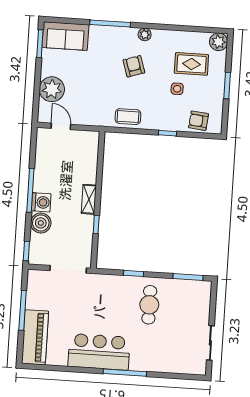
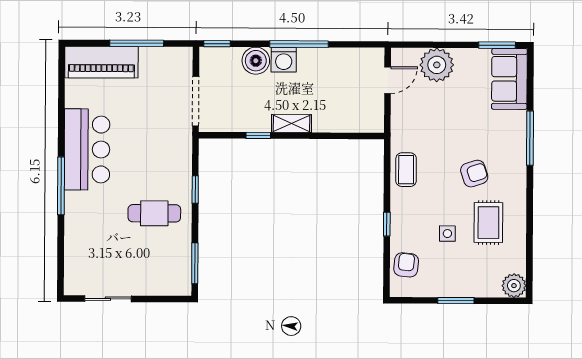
plant: (145, 34) -> (518, 185), removed
rug: (191, 64) -> (488, 223), moved

